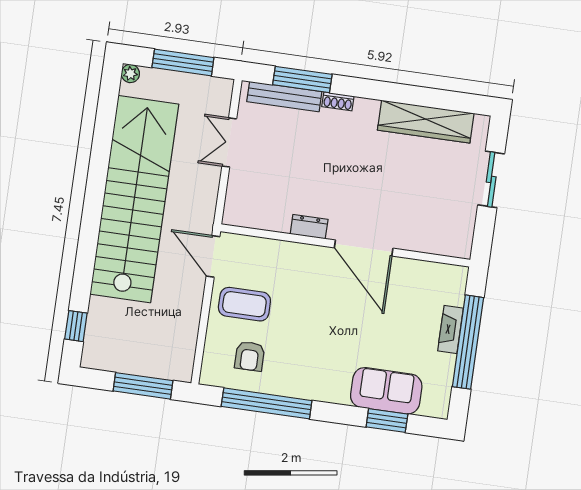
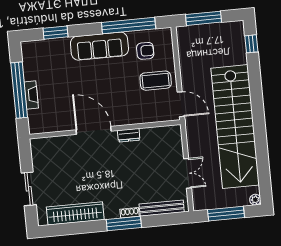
window: (302, 79) -> (124, 223), moved
armchair: (250, 356) -> (145, 51), turned 90
sofa: (386, 391) -> (99, 46), moved, width x1.36

